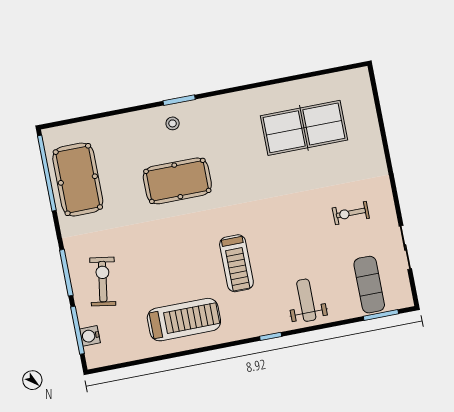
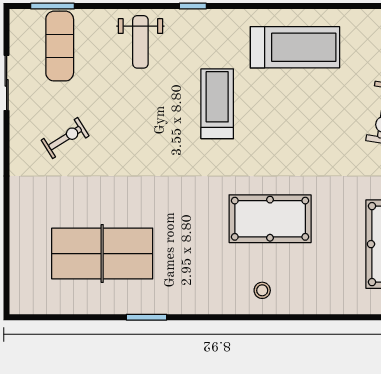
window: (179, 100) -> (147, 317), moved
exercise bike: (351, 213) -> (65, 138), turned -32
treadmill: (184, 320) -> (295, 47), turned 180

